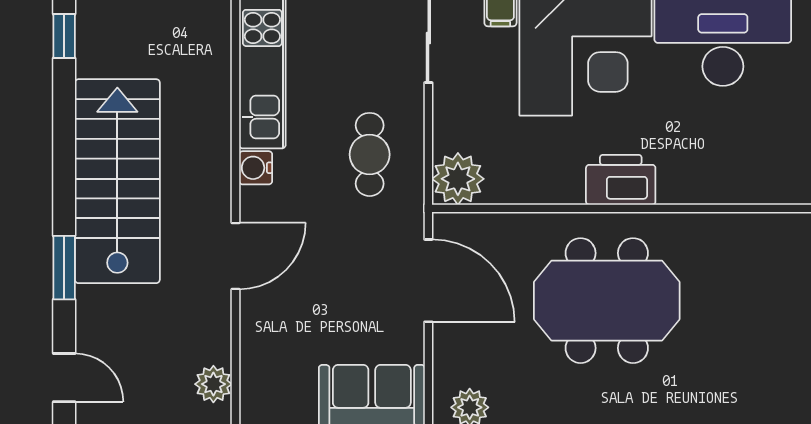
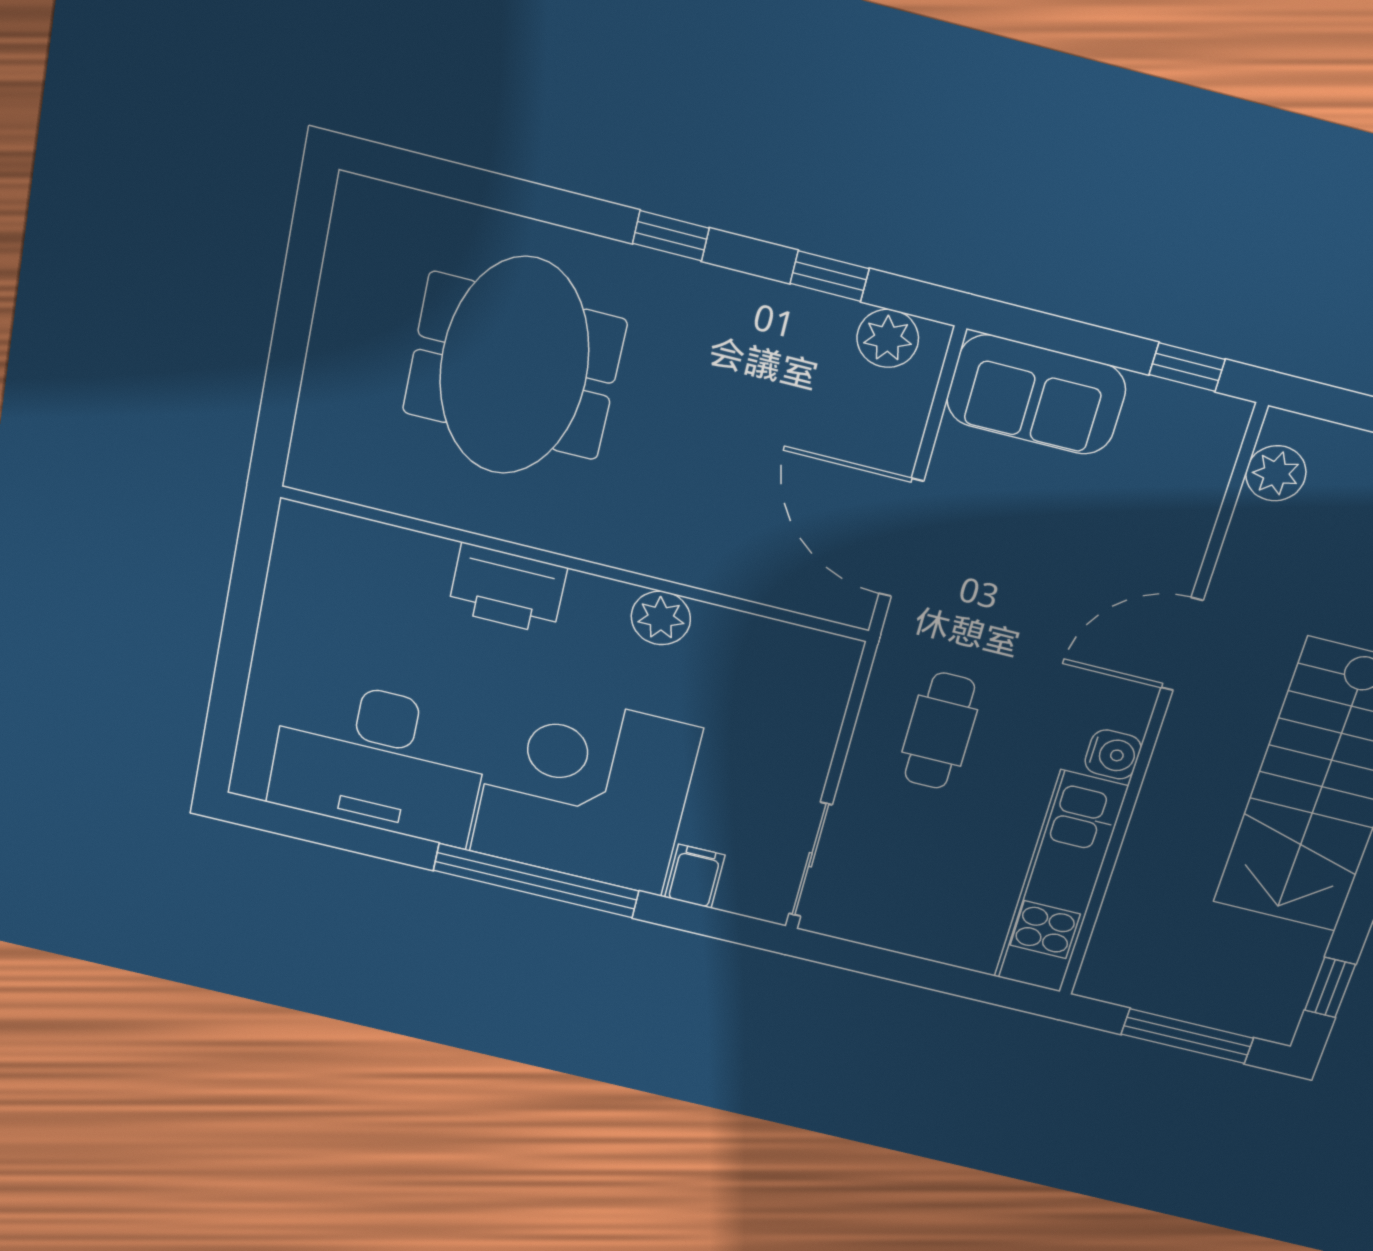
plant: (458, 179) -> (661, 618), moved, width x0.73, depth x0.73
printer: (621, 180) -> (508, 589), moved
meeting table: (607, 301) -> (514, 366), moved, turned 90

